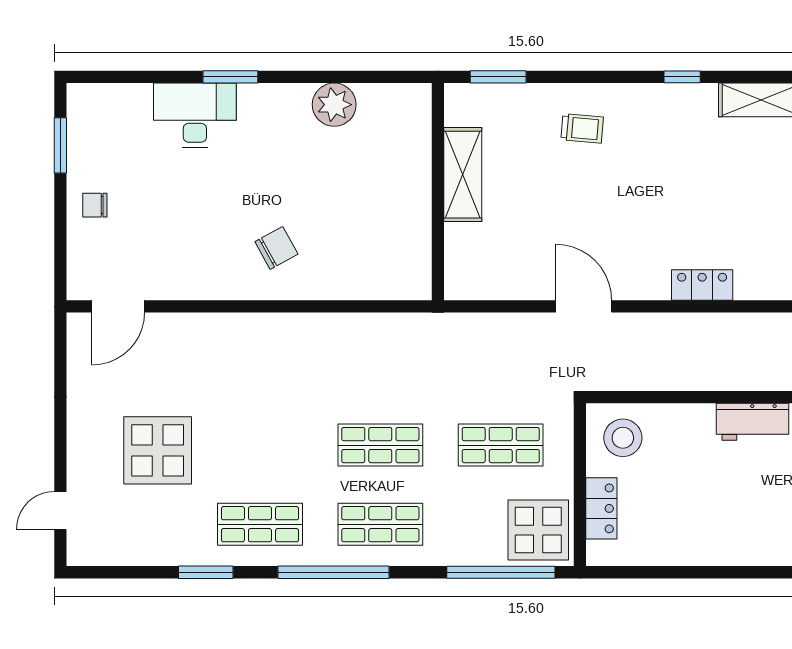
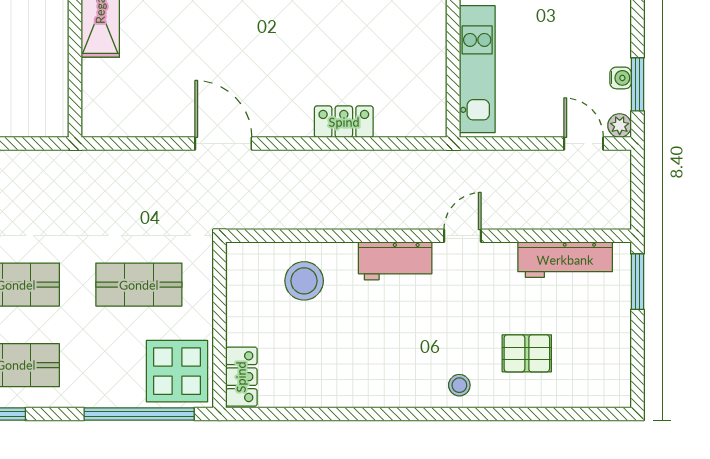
stool: (623, 438) -> (304, 281), moved
locker: (601, 508) -> (241, 377), moved

